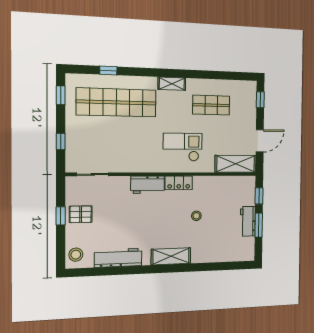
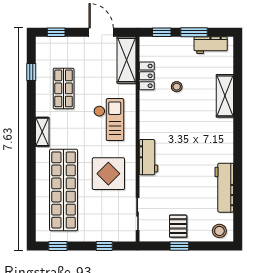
window: (108, 71) -> (31, 72), moved
display table: (132, 146) -> (108, 174), added
checkout: (183, 147) -> (109, 120), turned 180
locker: (179, 183) -> (147, 76), moved
stool: (196, 216) -> (177, 87), moved
workbench: (248, 221) -> (211, 45), moved
shelving: (171, 256) -> (225, 96), moved

